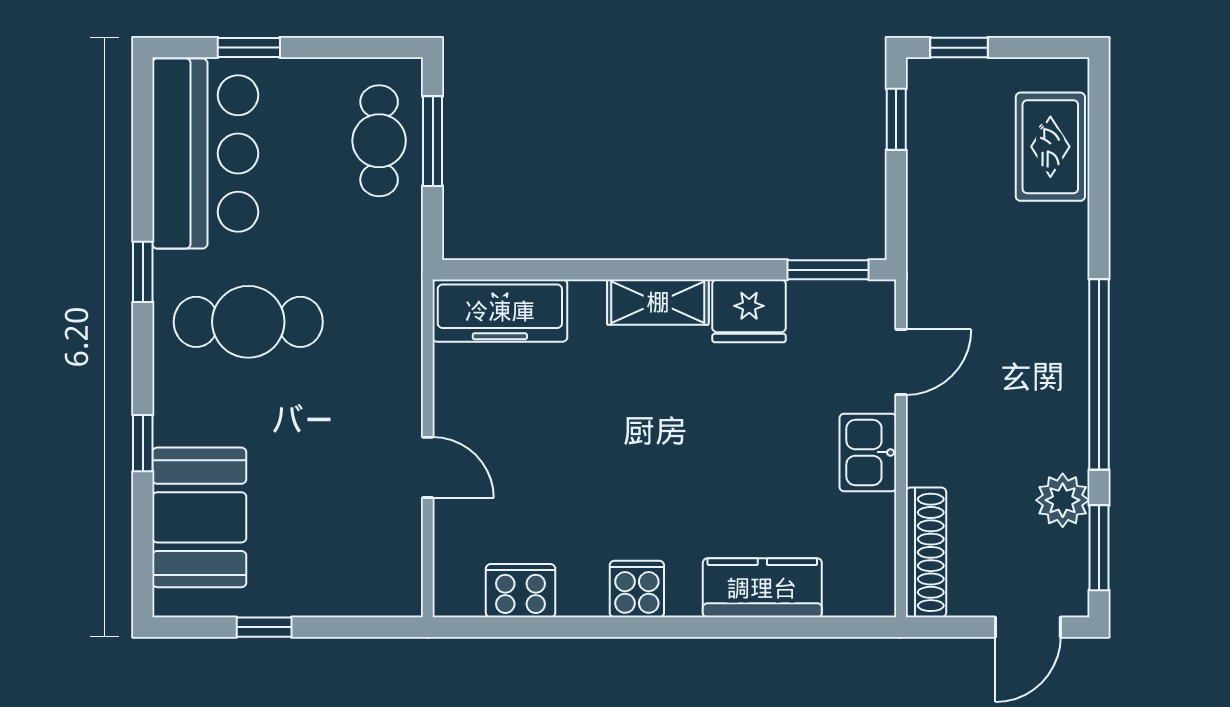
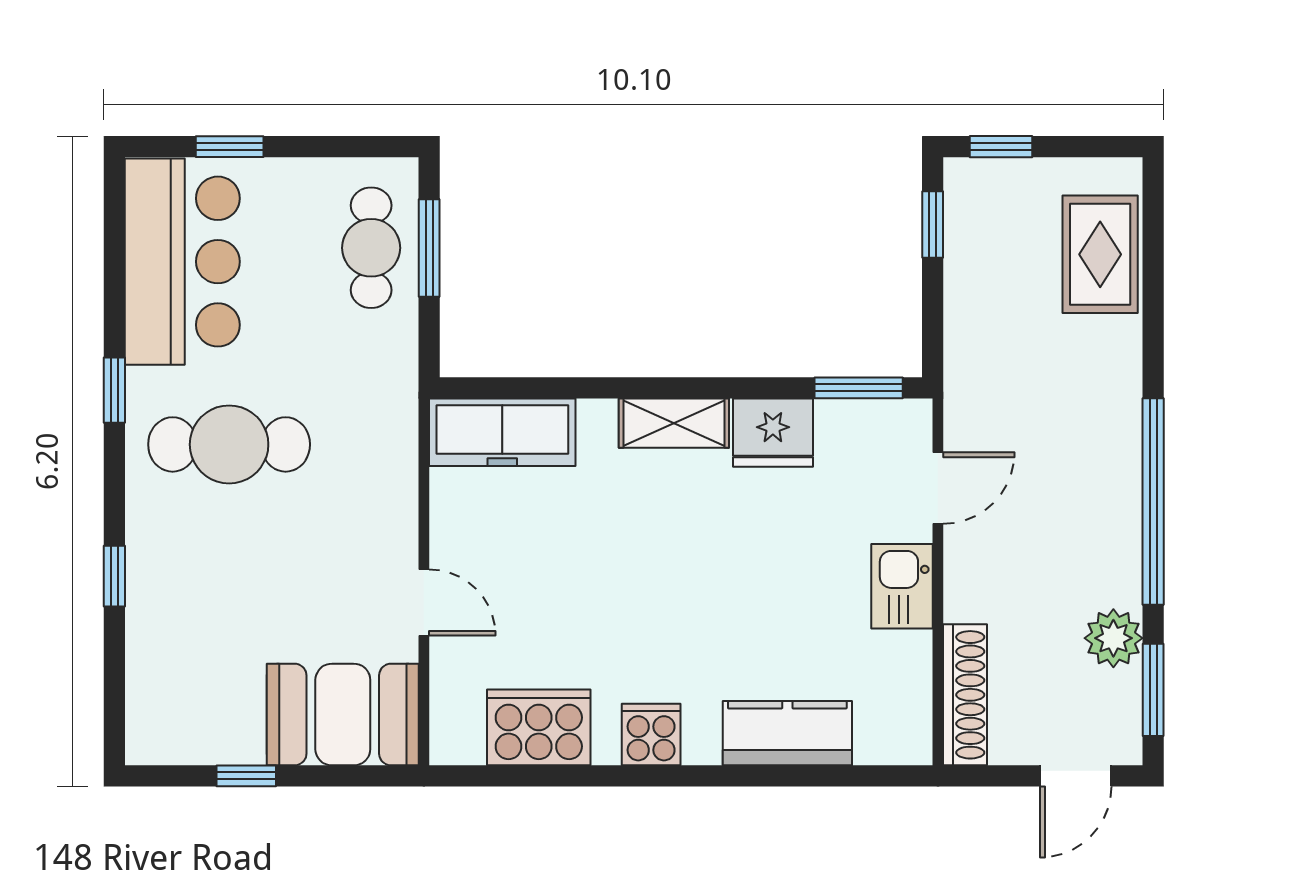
booth: (199, 517) -> (343, 715), moved, turned 90
cooker: (521, 591) -> (539, 727), width x1.37, depth x1.31

